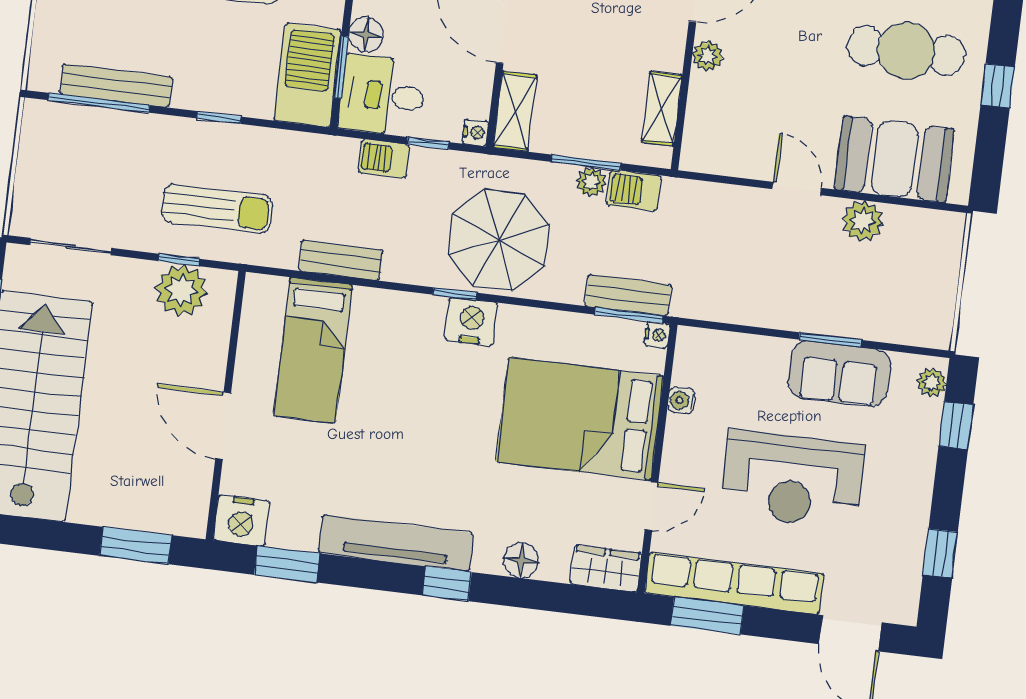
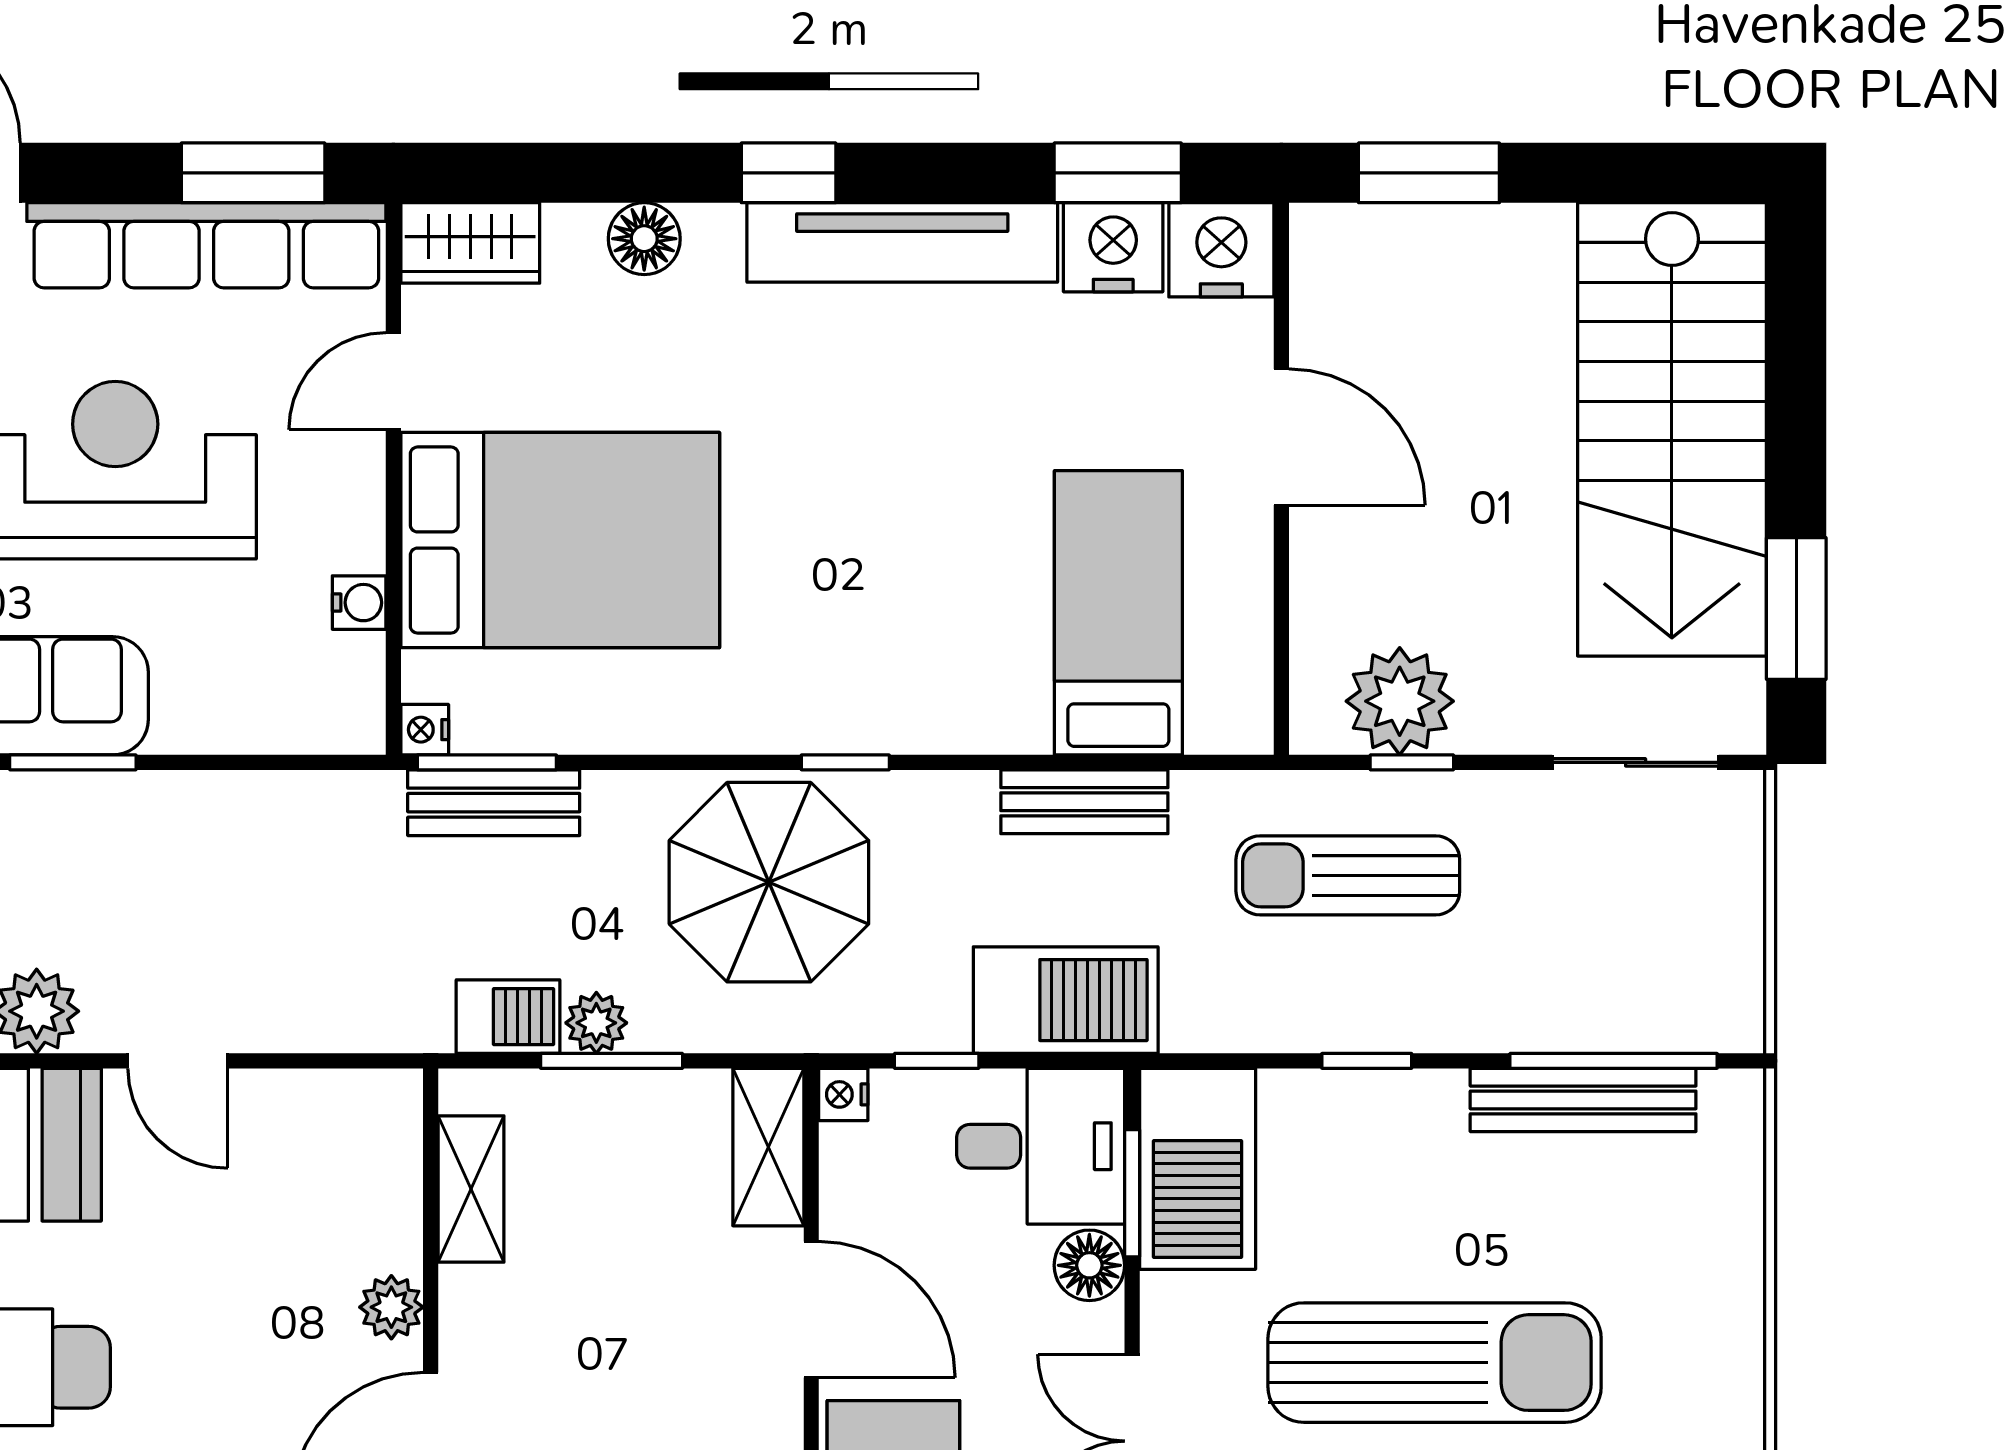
barbecue: (384, 159) -> (1066, 1000), width x1.88, depth x1.53
nightstand: (471, 321) -> (1113, 247), moved, turned 180

